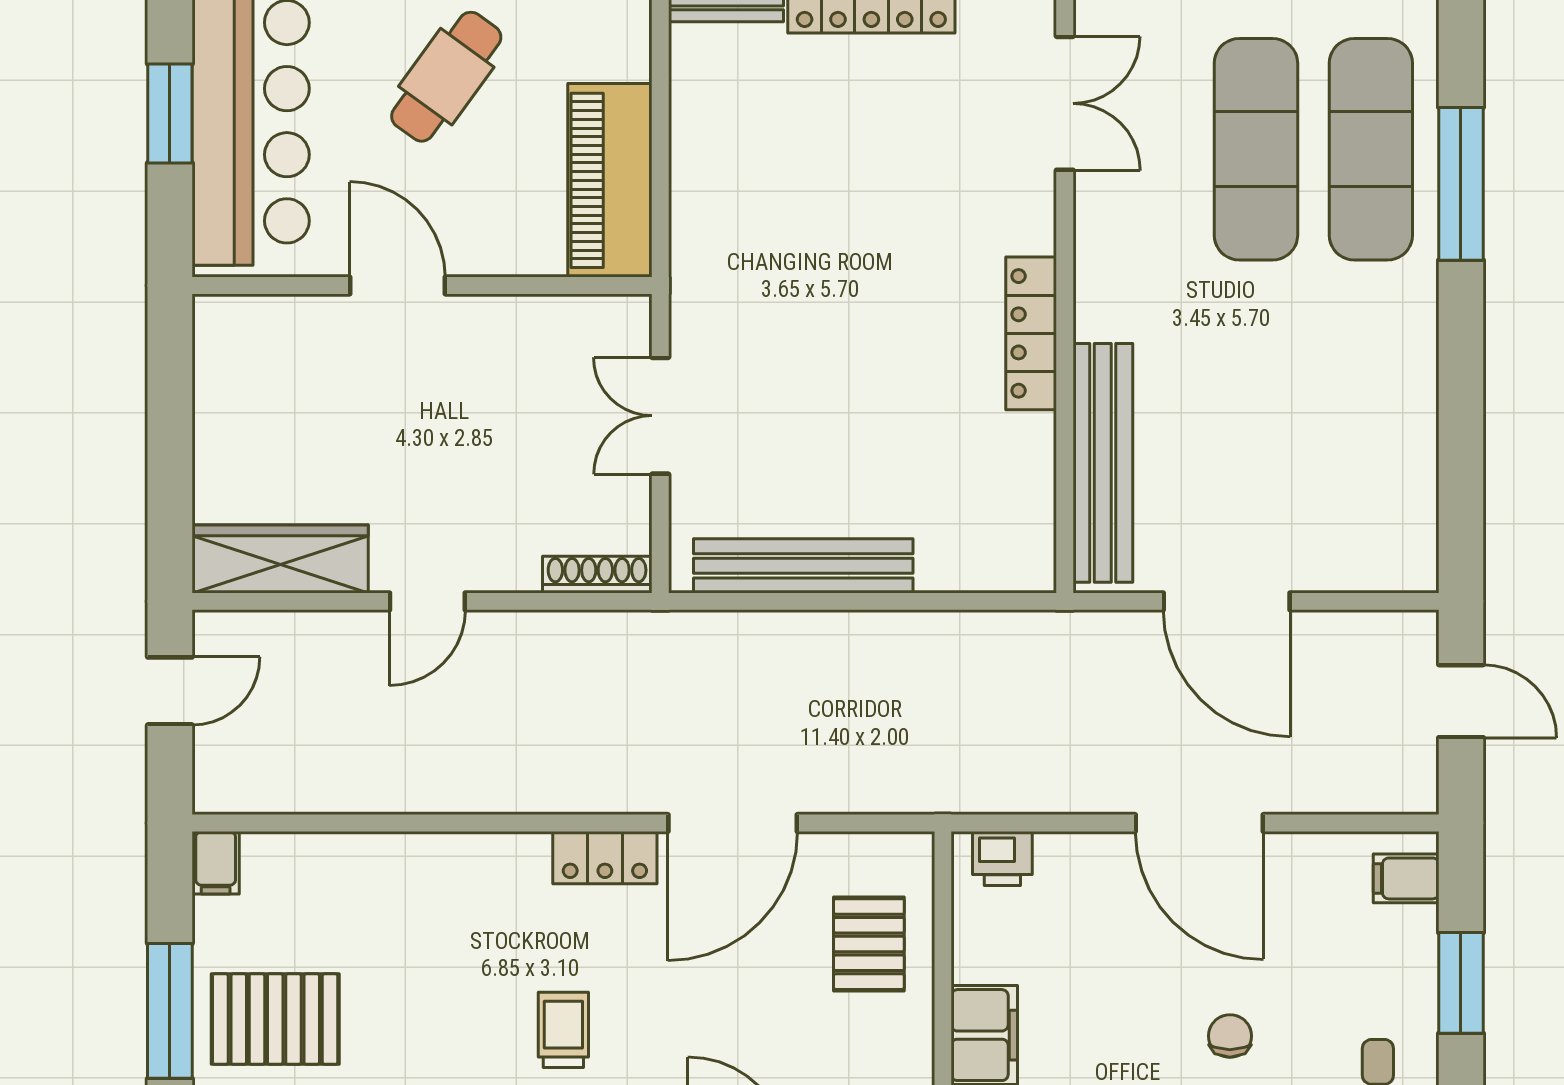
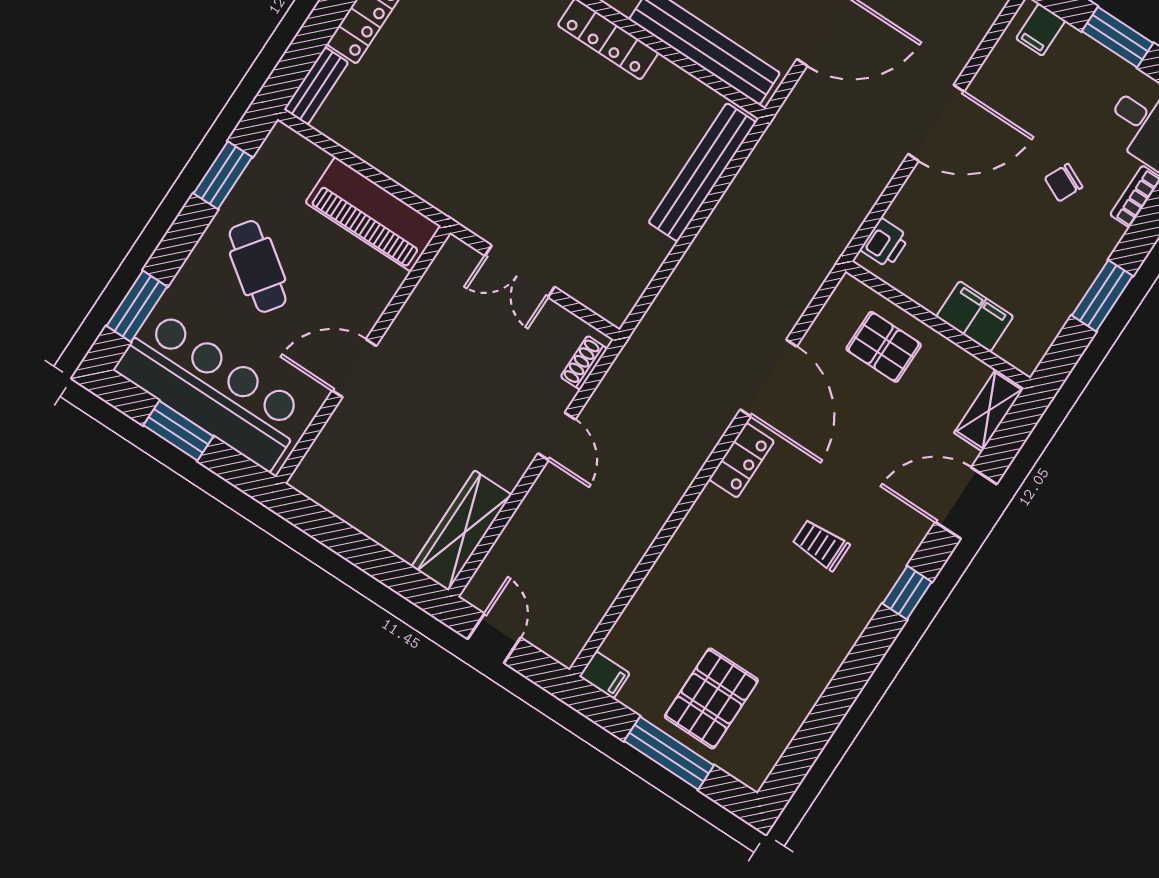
bench: (803, 566) -> (702, 172), moved
shoe rack: (597, 575) -> (584, 363), width x0.70
door: (427, 601) -> (557, 436), moved
chair: (1230, 1036) -> (1064, 183), turned -65

